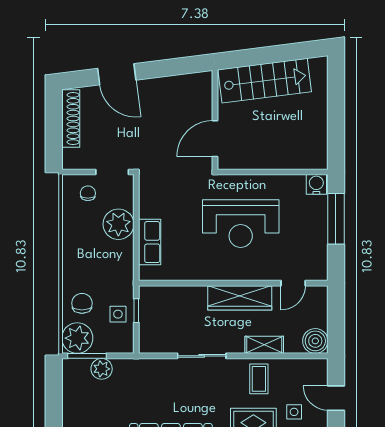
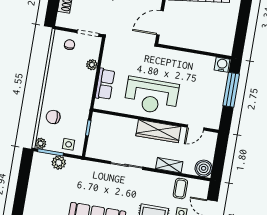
plant: (118, 224) -> (92, 65), width x0.53, depth x0.53
reception desk: (241, 224) -> (151, 96), moved
chair: (82, 303) -> (53, 117), turned -90
side table: (118, 314) -> (69, 144), moved
plant: (77, 338) -> (40, 143), width x0.53, depth x0.53
coffee table: (259, 379) -> (180, 188), moved

